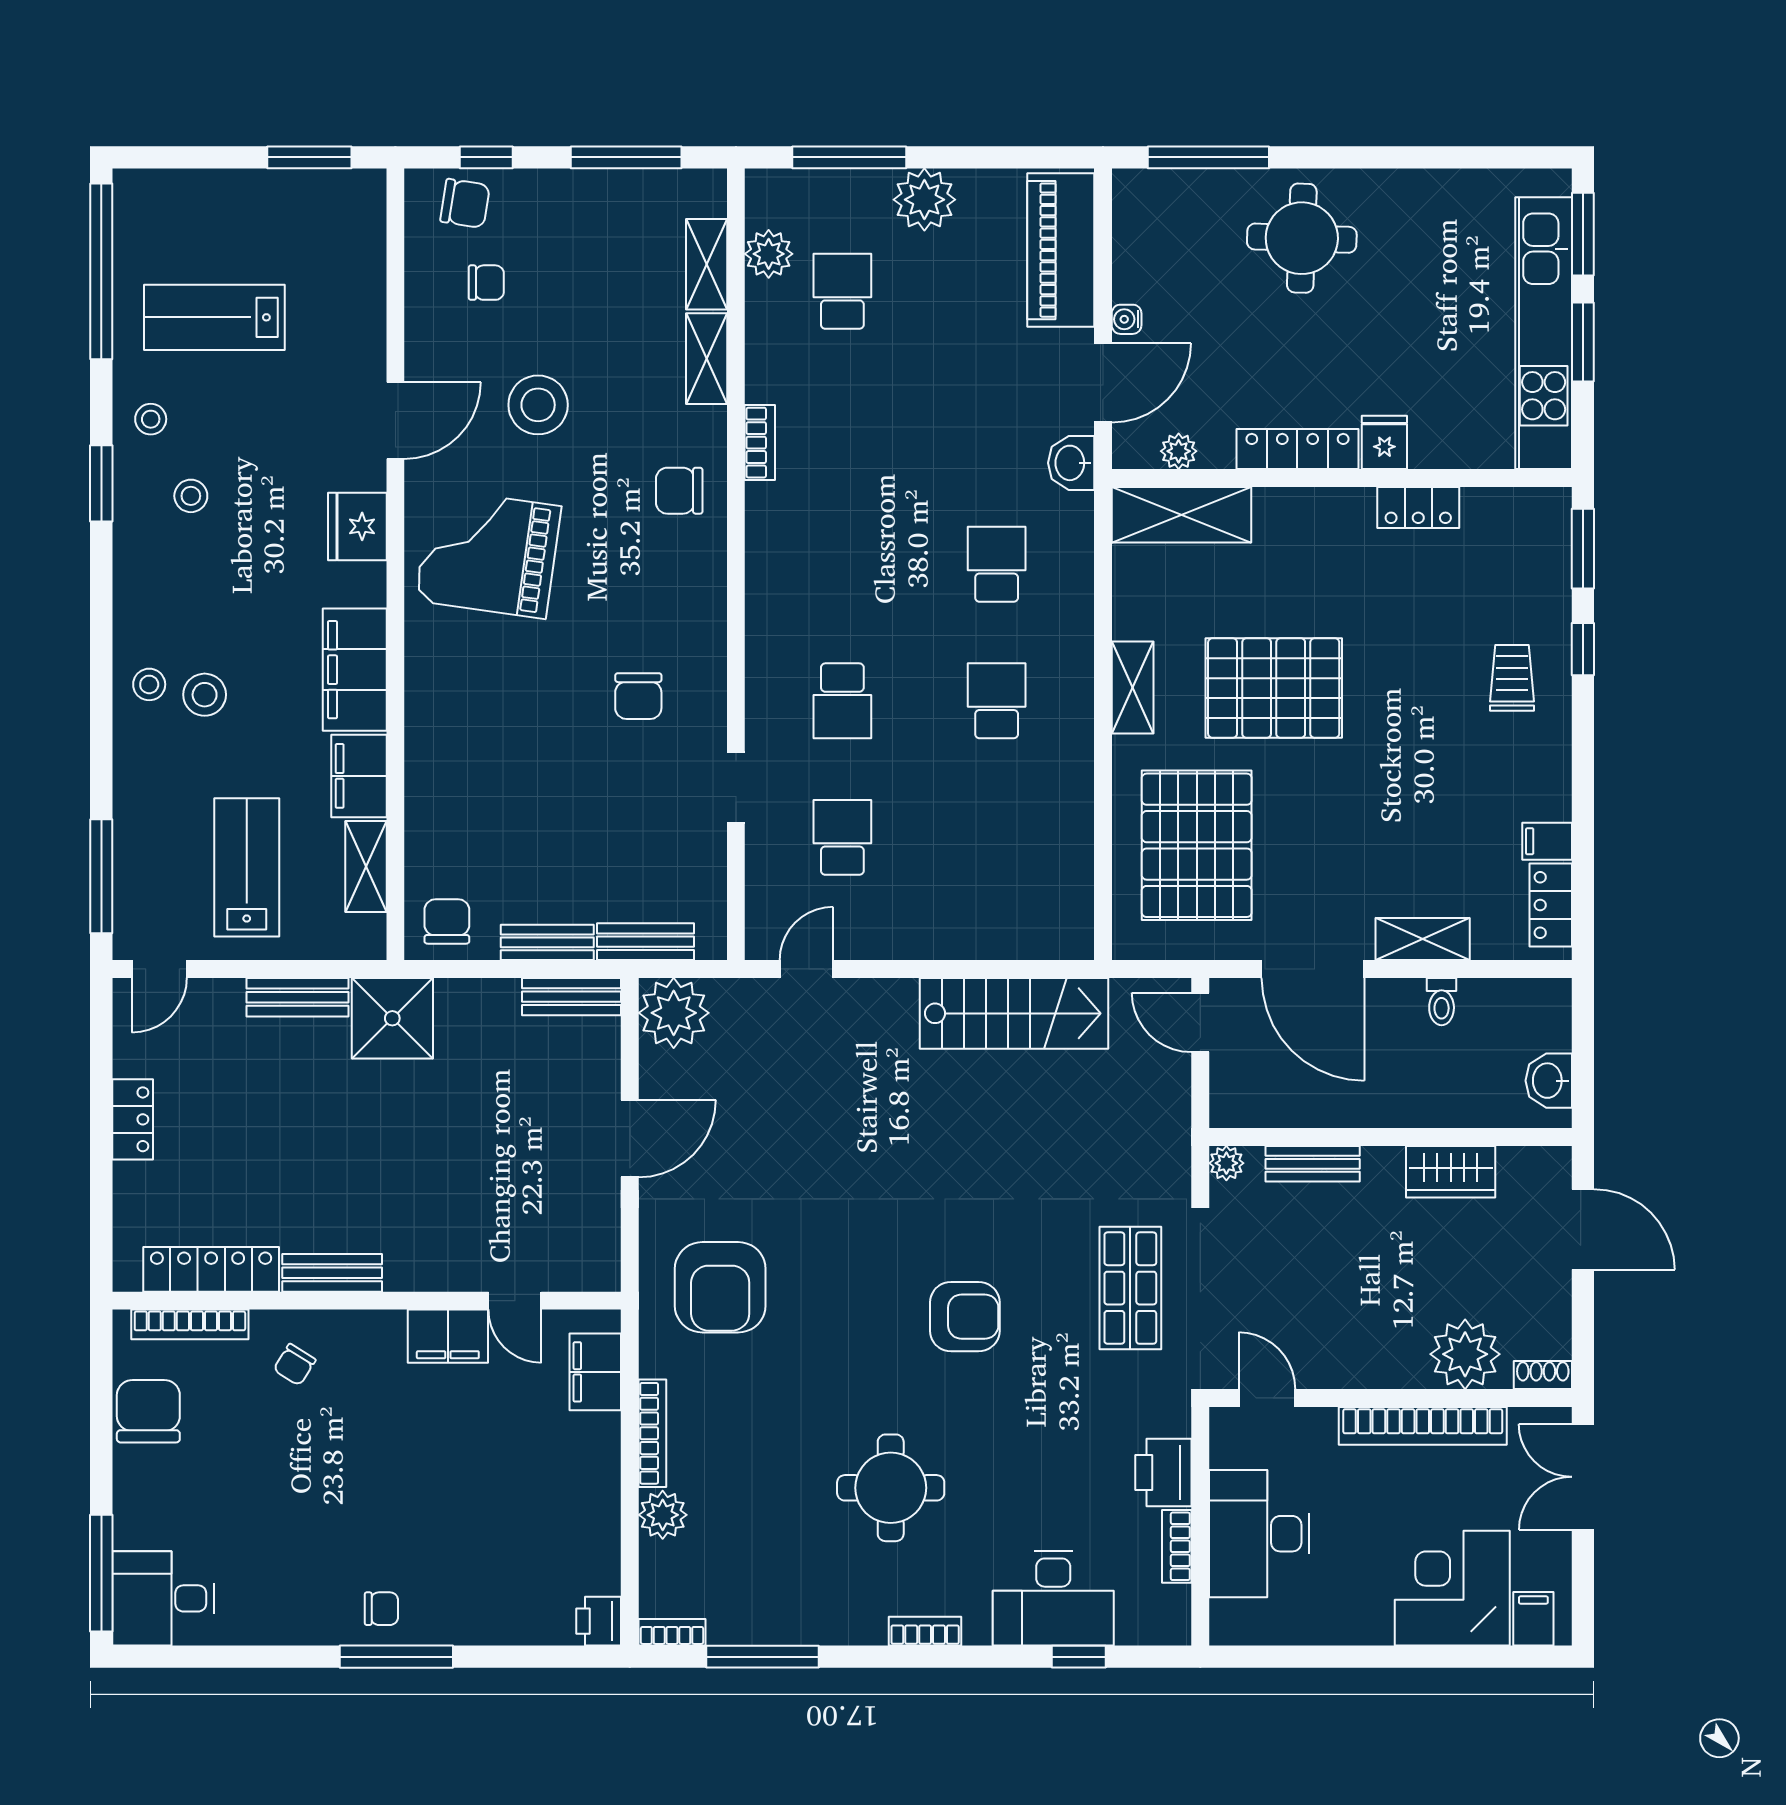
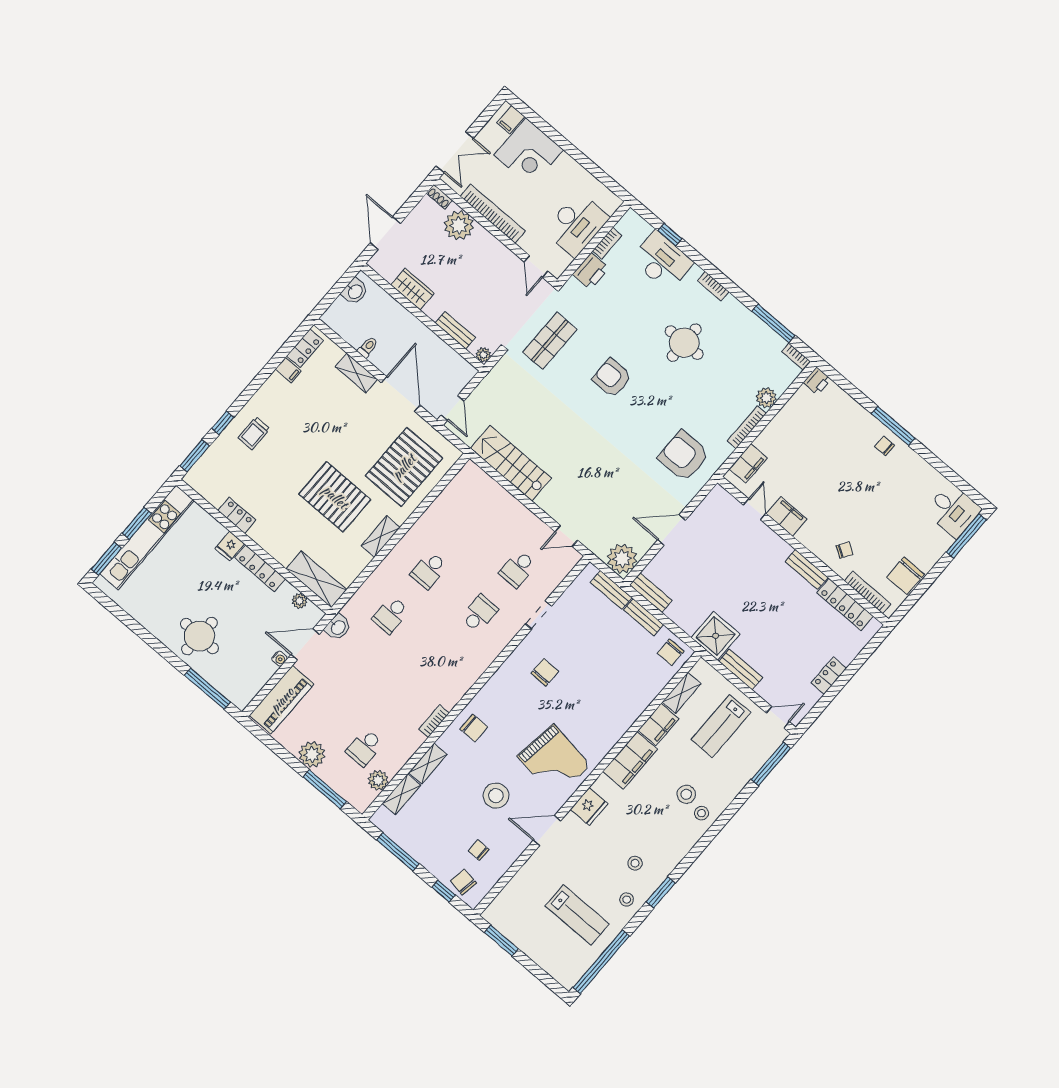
armchair: (720, 1287) -> (684, 456), turned -90

